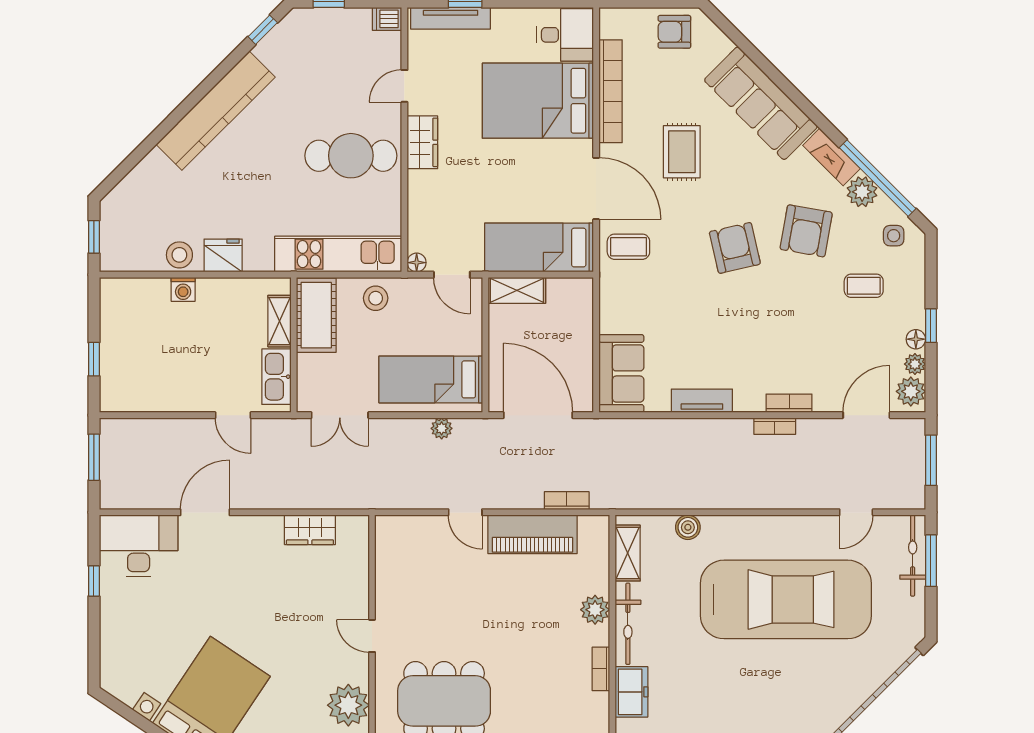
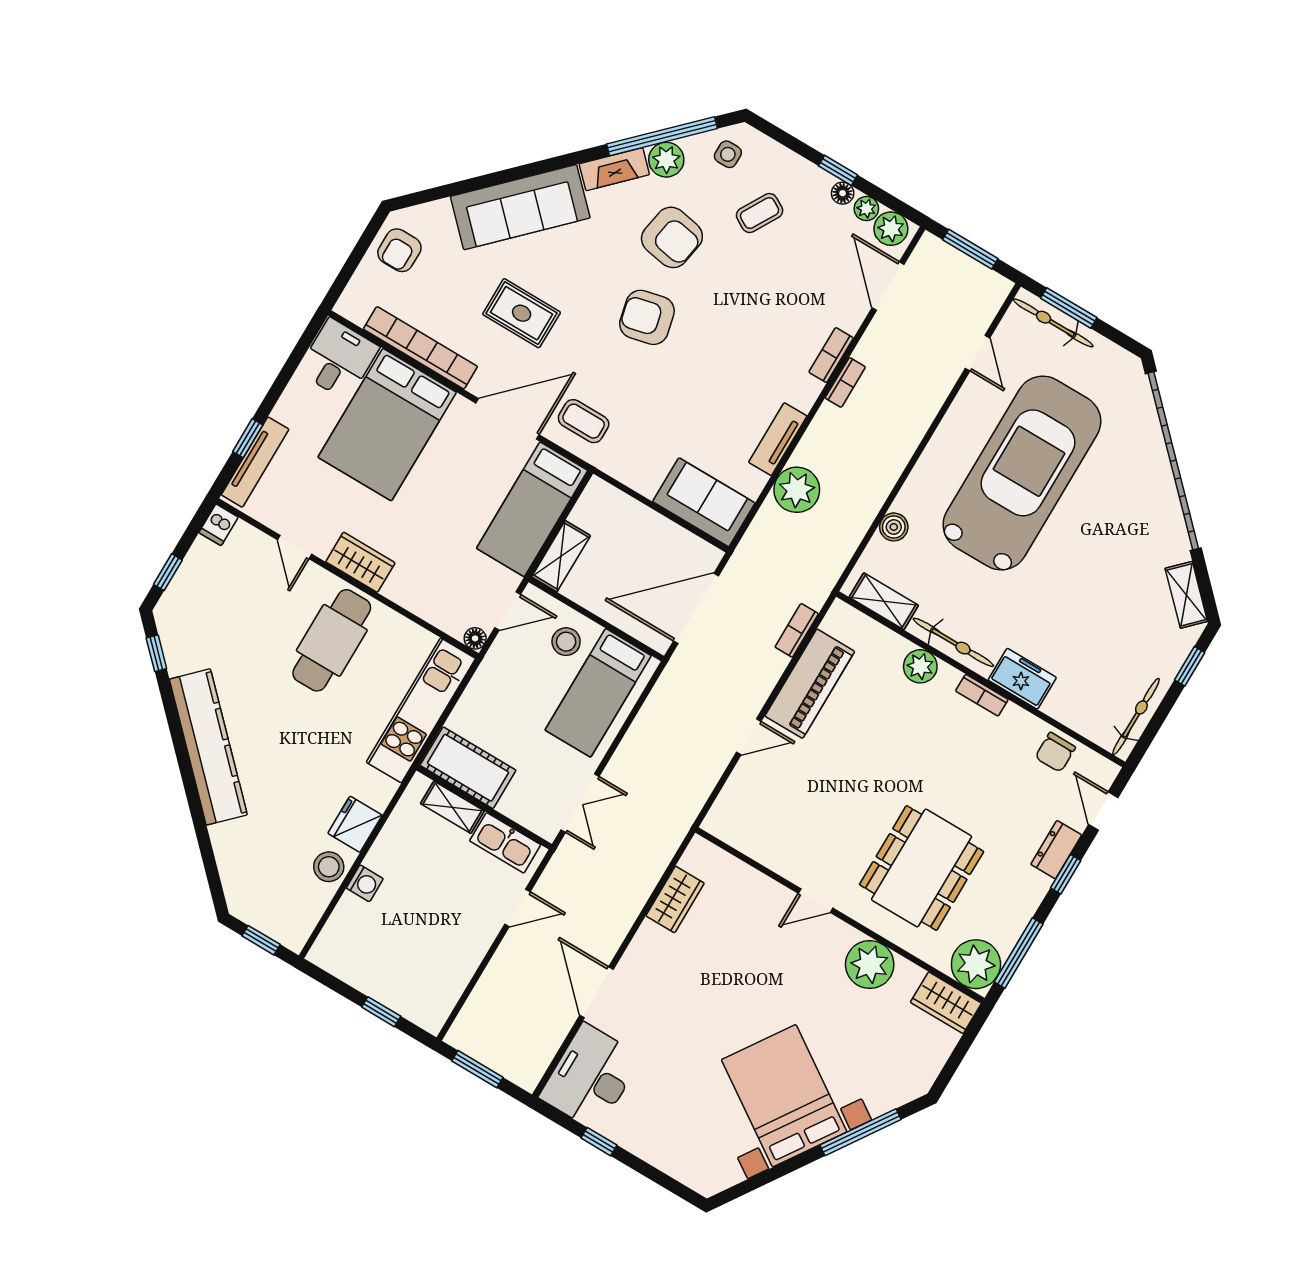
coffee table: (628, 247) -> (584, 421), turned 90
coffee table: (864, 286) -> (760, 213), turned 30
stool: (376, 298) -> (566, 642), moved
plant: (442, 428) -> (797, 490), moved, width x1.88, depth x1.88

